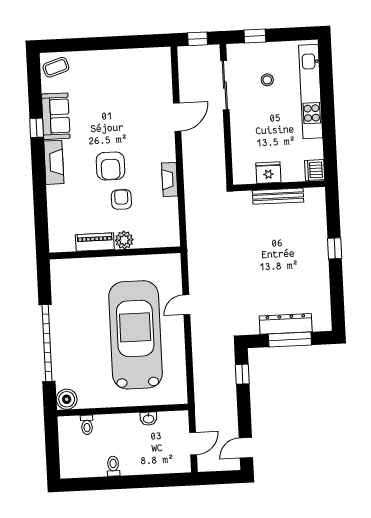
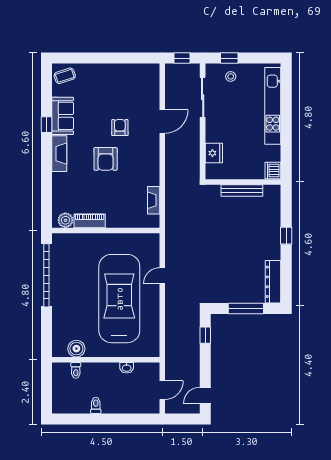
stool: (267, 80) -> (231, 76), moved
fridge: (268, 173) -> (214, 153), moved, turned 90
fireplace: (170, 180) -> (154, 200), moved
armchair: (121, 199) -> (120, 128), moved
plant: (124, 240) -> (65, 220), moved
dresser: (286, 324) -> (273, 282), moved, turned -90
garage door: (47, 343) -> (46, 275), moved
boiler: (67, 399) -> (76, 349), moved

